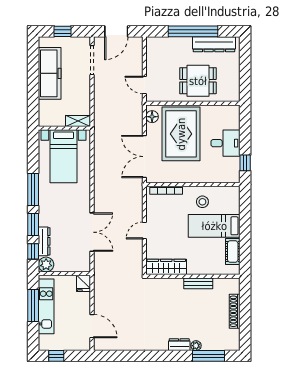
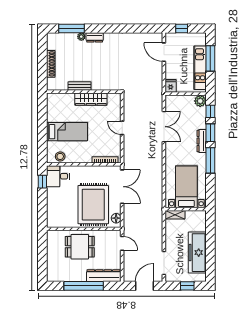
dresser: (214, 44) -> (104, 276), moved
desk: (225, 143) -> (58, 176), moved
stool: (202, 202) -> (60, 156), moved
door: (144, 231) -> (122, 128), swing flipped
double door: (92, 232) -> (164, 127), swing flipped
dresser: (44, 241) -> (202, 141), moved
cot: (233, 251) -> (52, 111), removed
wardrobe: (166, 267) -> (91, 99), moved
window: (33, 306) -> (210, 58), moved
window: (56, 356) -> (182, 28), moved

